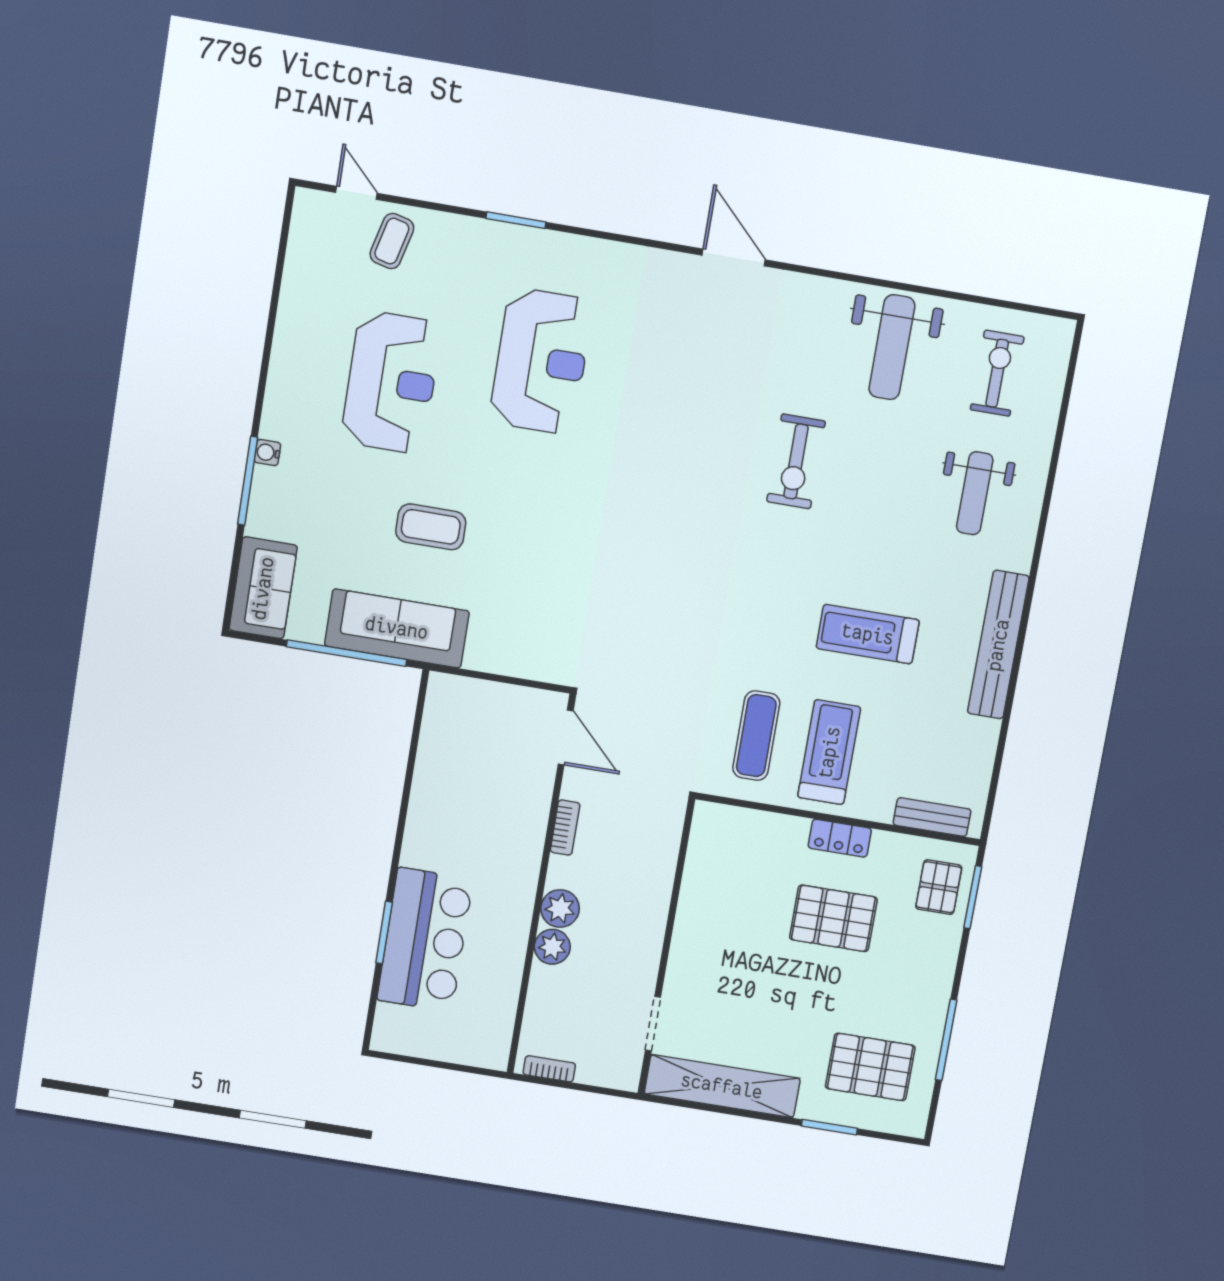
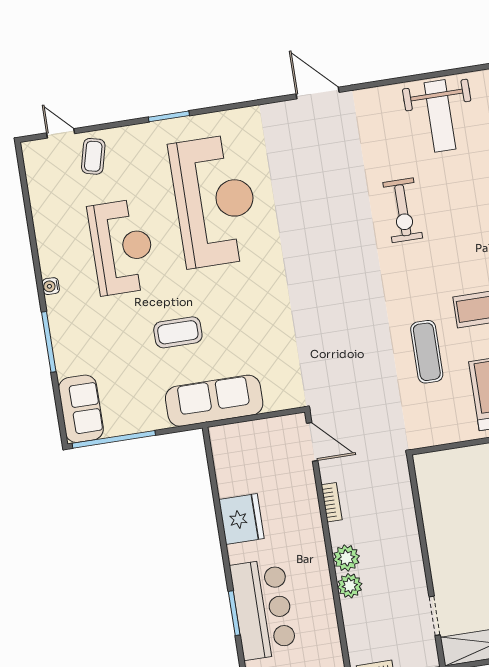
reception desk: (541, 361) -> (215, 201), width x1.36, depth x1.30
water cooler: (267, 453) -> (51, 286), moved
sofa: (397, 628) -> (214, 401), moved
window: (346, 653) -> (114, 439), moved
exercise mat: (756, 736) -> (427, 352), moved
fridge: (435, 810) -> (241, 519), added

